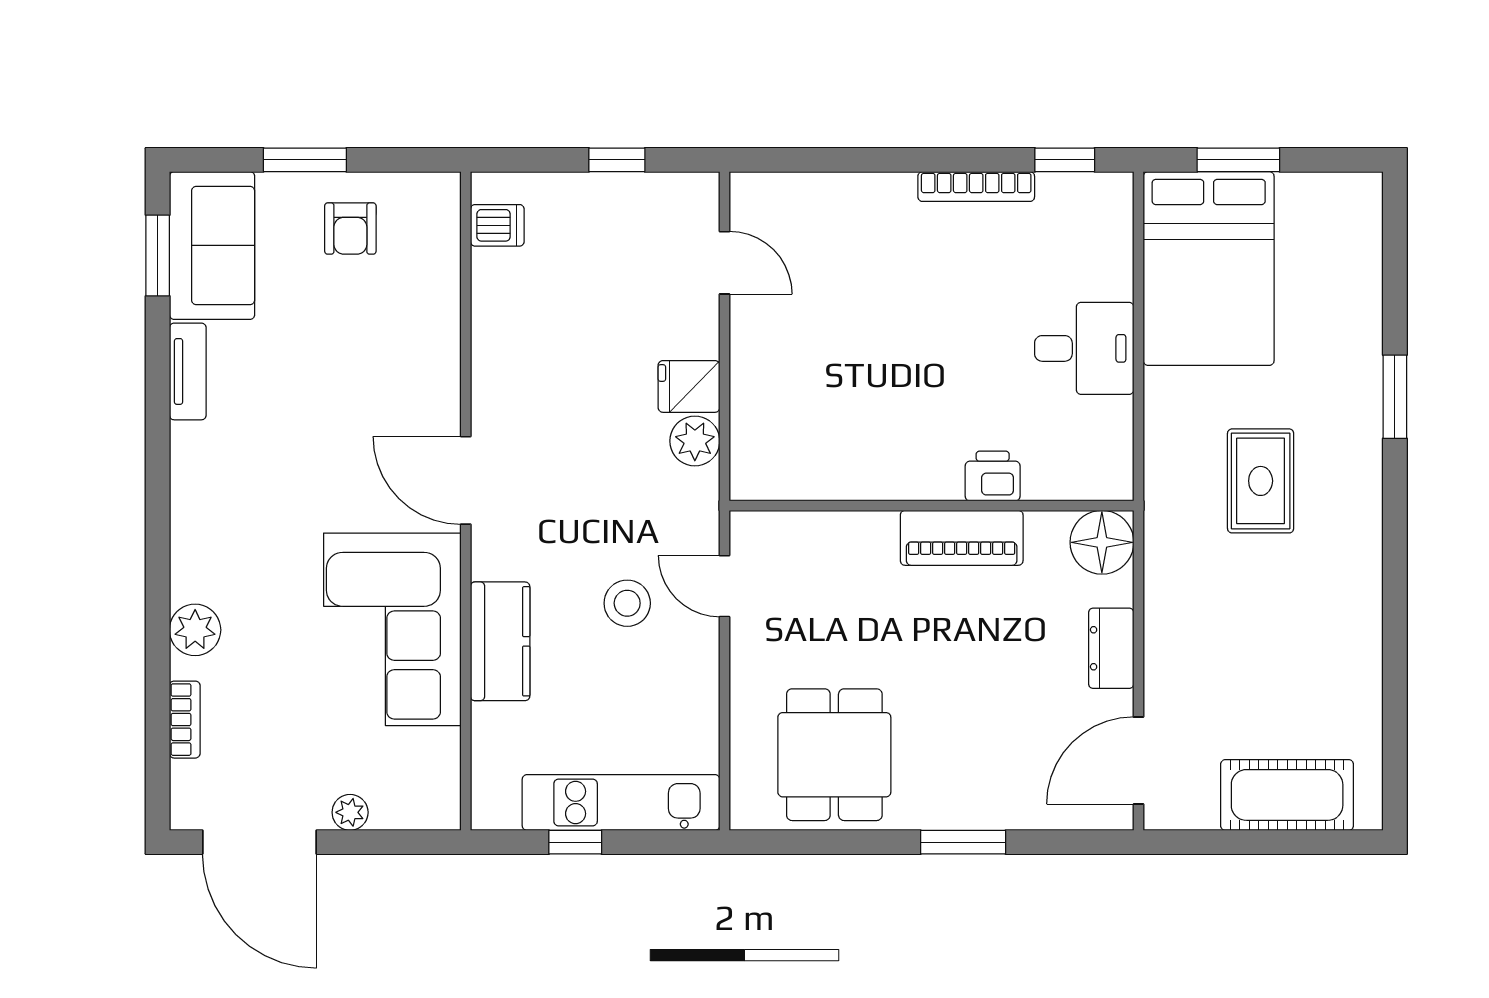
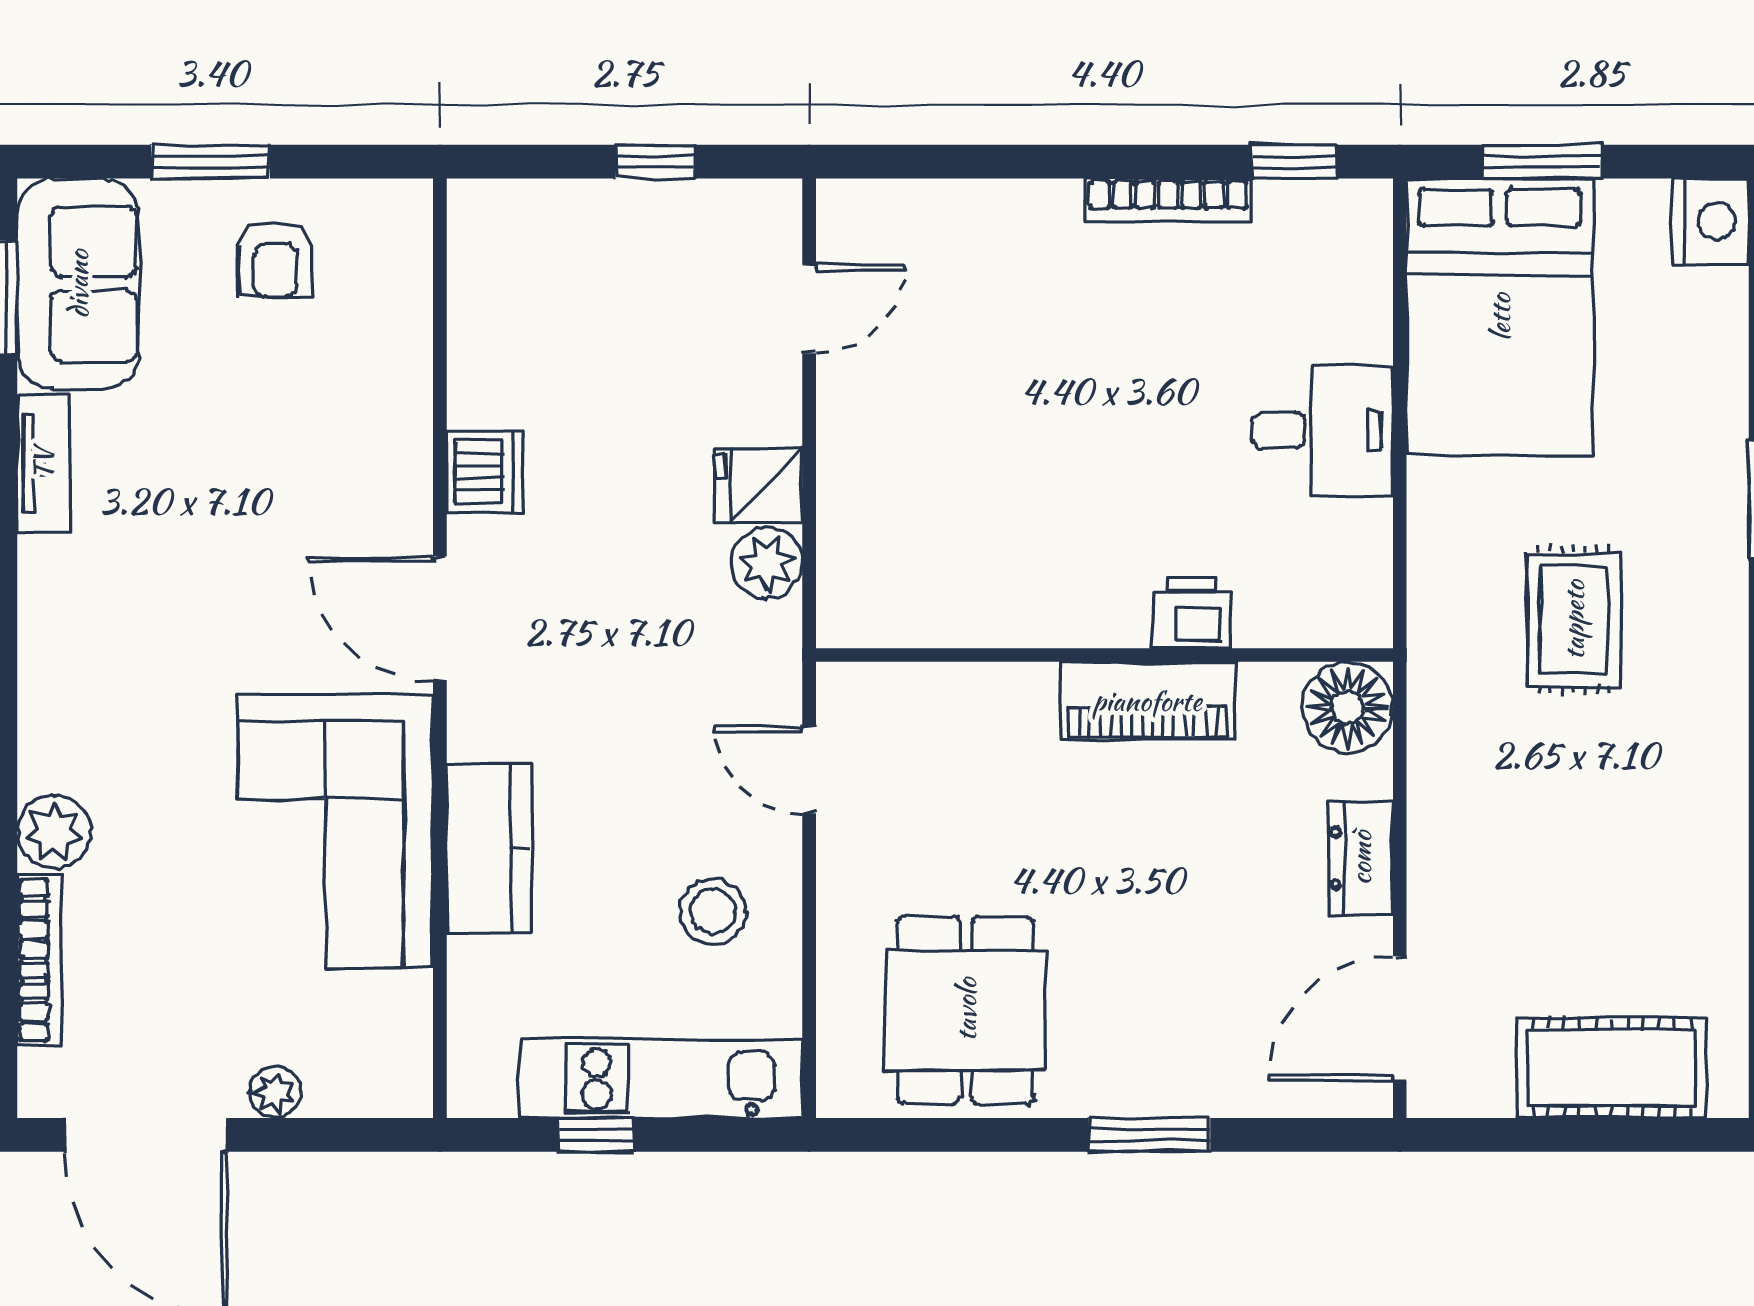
nightstand: (1356, 202) -> (1710, 221), added
dishwasher: (497, 225) -> (485, 472), moved, width x1.38
door: (724, 263) -> (809, 308), hinge flipped
stool: (627, 603) -> (713, 911), moved
bookcase: (185, 720) -> (39, 960), width x1.56

